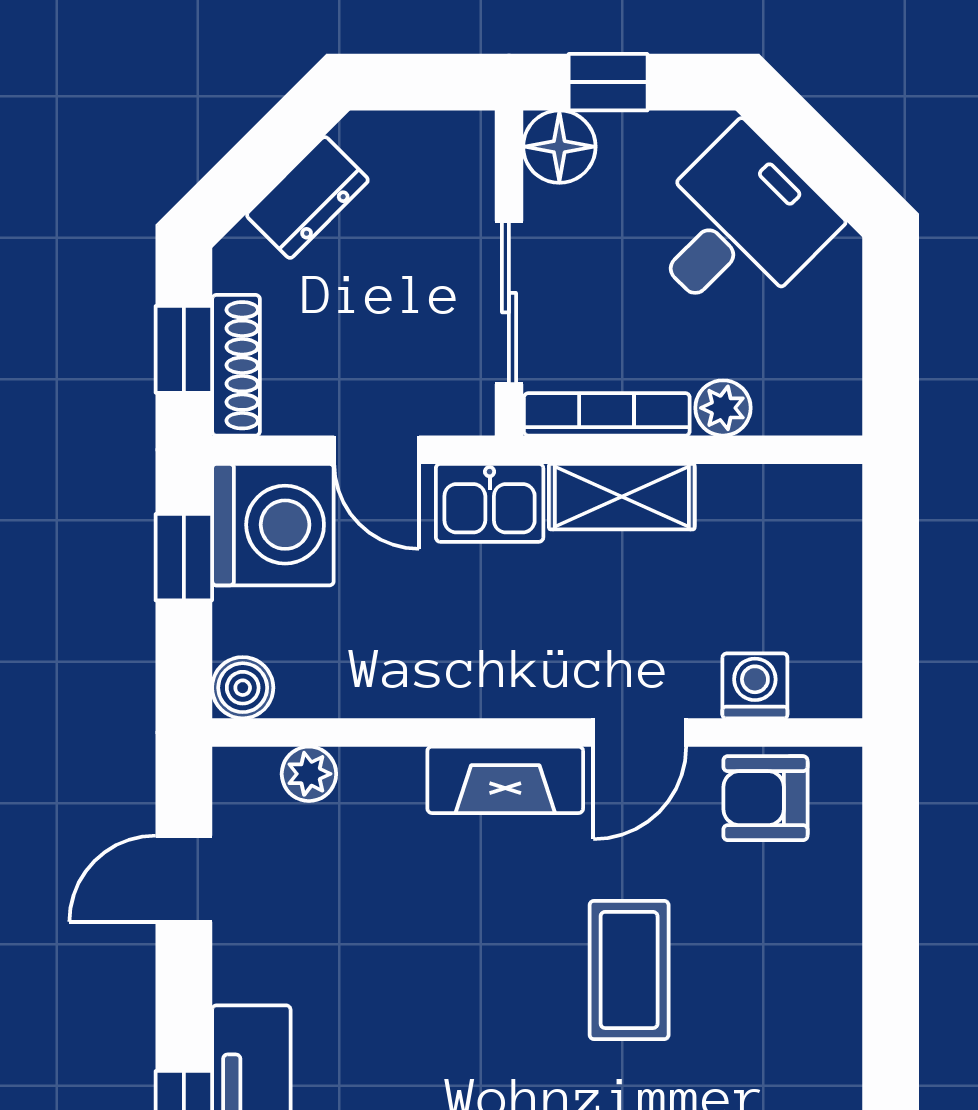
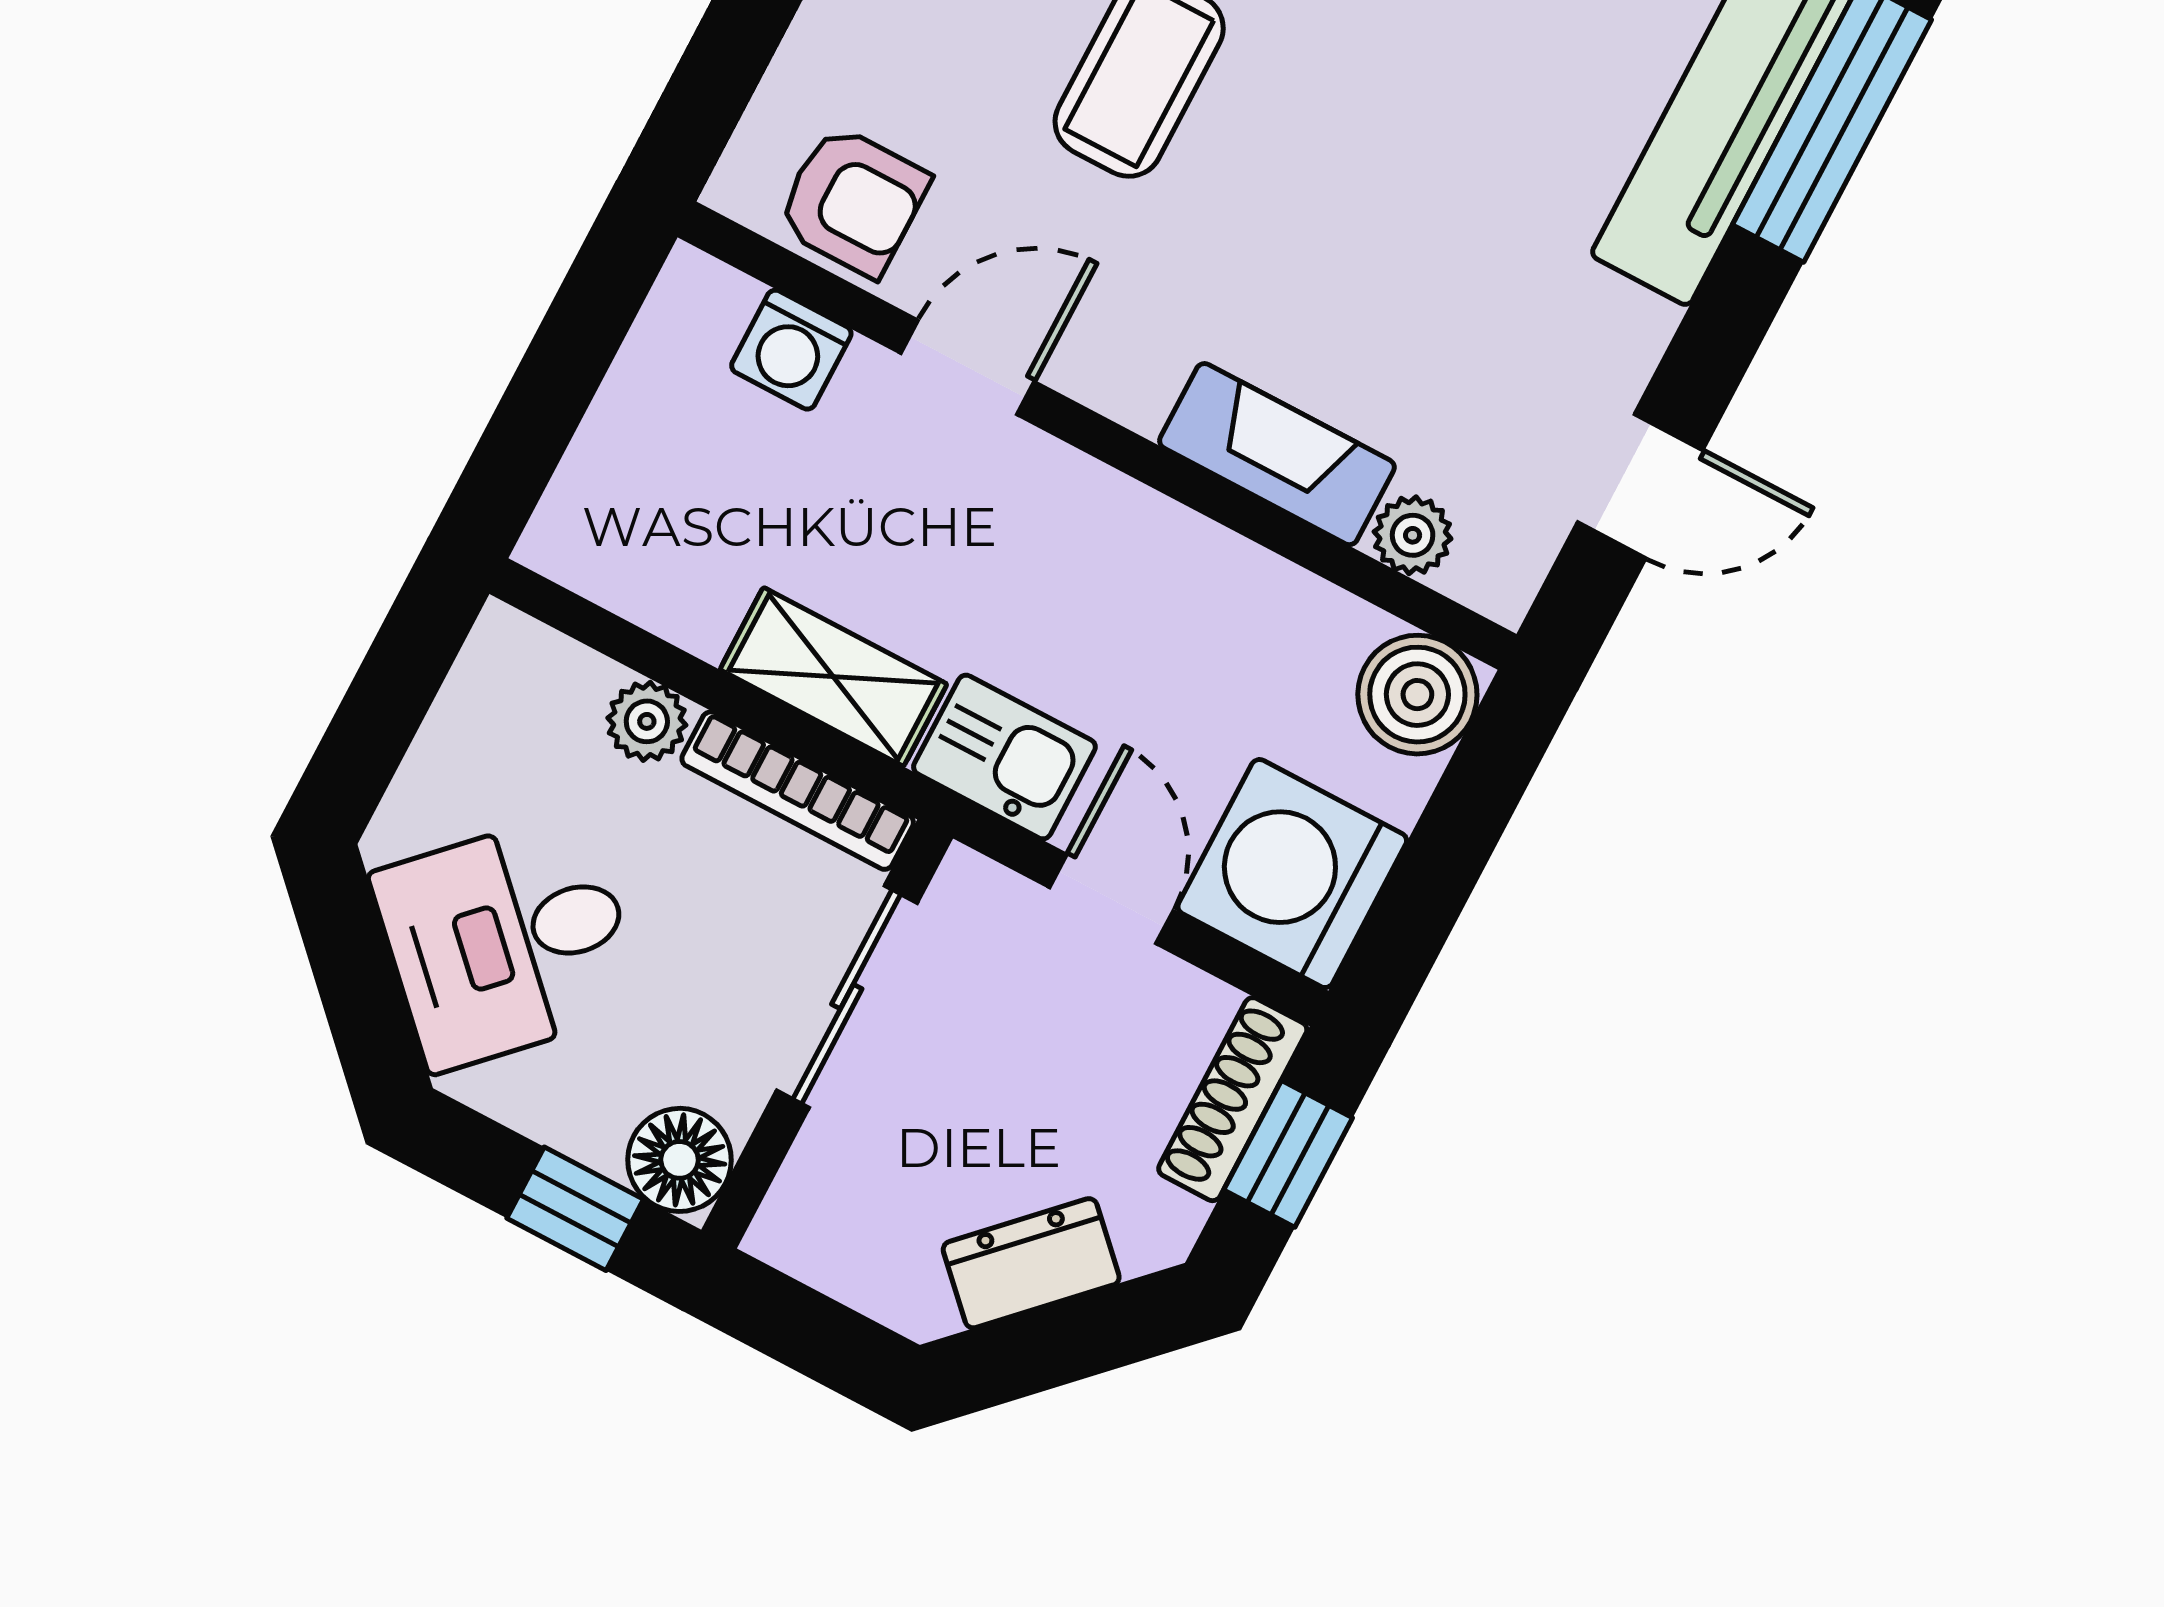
window: (184, 557) -> (1426, 892), removed
boiler: (243, 688) -> (1417, 695), width x1.36, depth x1.36
fireplace: (505, 780) -> (1277, 454), moved

